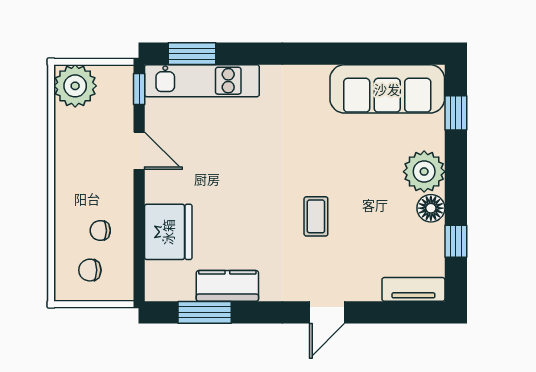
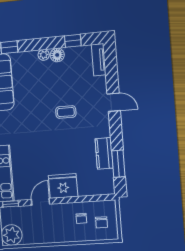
plant: (424, 172) -> (44, 55), width x0.53, depth x0.53
fridge: (168, 232) -> (63, 186), moved

